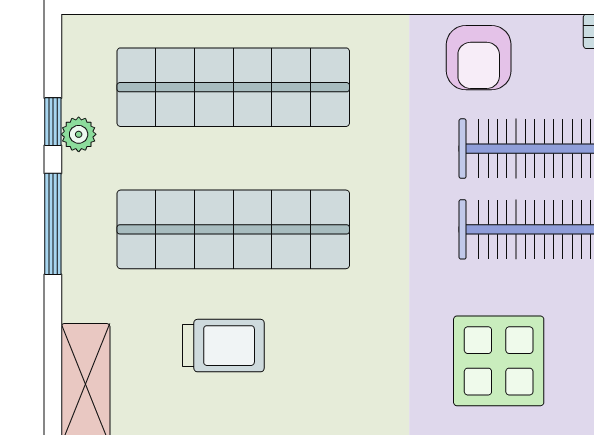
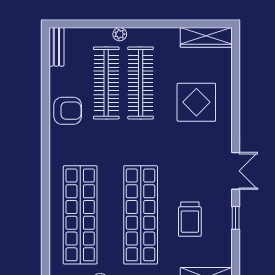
trolley: (223, 346) -> (190, 219), turned 180

